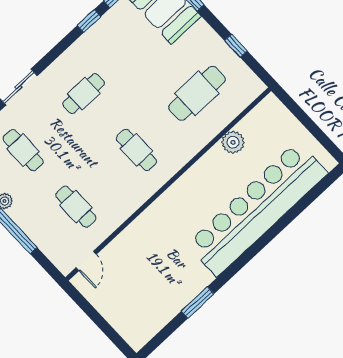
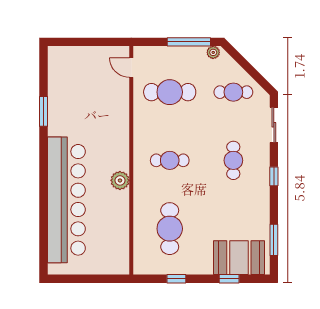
window: (89, 21) -> (274, 176), moved
plant: (233, 142) -> (120, 180), moved
cafe table: (76, 207) -> (170, 92), width x1.37, depth x1.35

